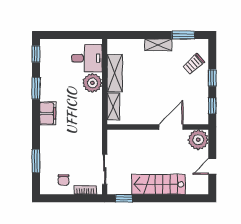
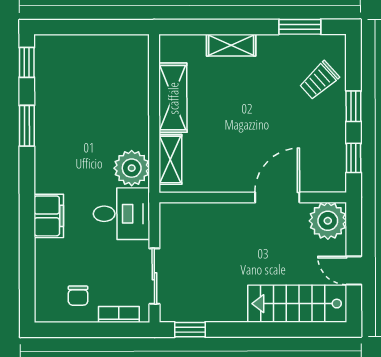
shelving: (158, 45) -> (231, 45), moved
desk: (87, 58) -> (121, 214), moved
plant: (92, 83) -> (132, 168), moved
filing cabinet: (48, 113) -> (49, 216), moved
window: (36, 161) -> (27, 261), removed
door: (212, 166) -> (354, 270), hinge flipped
stairs: (158, 184) -> (297, 304), moved

